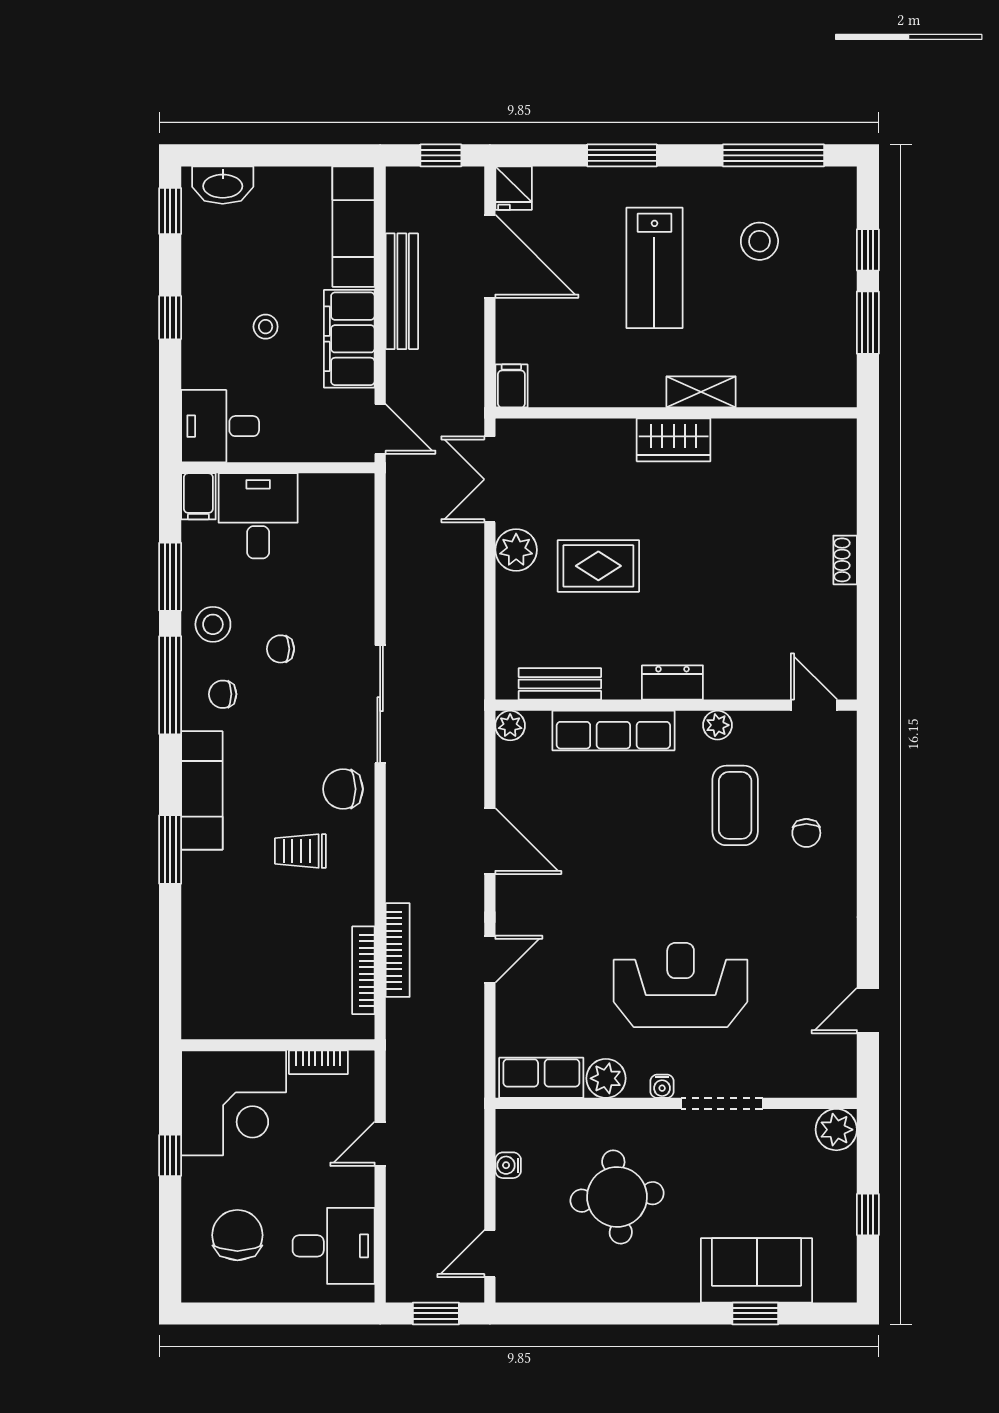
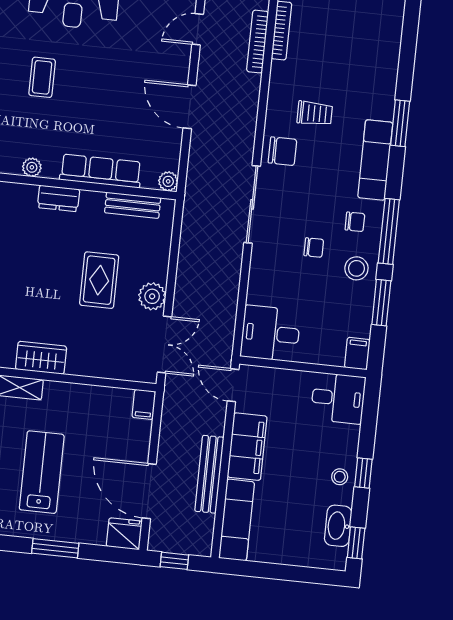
washbasin: (223, 185) -> (338, 526), moved, turned -90
fridge: (514, 188) -> (124, 534), width x1.38
stool: (266, 327) -> (340, 477), moved
desk: (258, 516) -> (270, 333), moved, turned 90
rug: (598, 566) -> (99, 280), turned 90
coffee table: (735, 805) -> (42, 77), moved, width x0.73, depth x0.77

